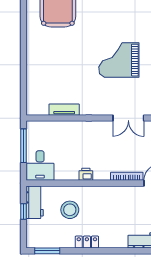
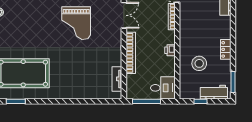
tv unit: (64, 110) -> (117, 79), moved
bookcase: (83, 126) -> (131, 53), added
workbench: (35, 202) -> (214, 92), moved

